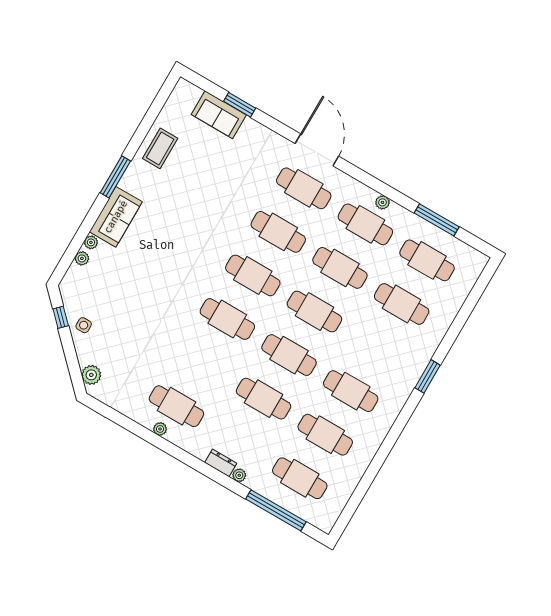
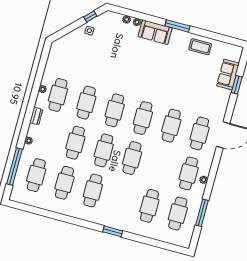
cafe table: (340, 268) -> (86, 103), moved
plant: (91, 375) -> (63, 42), removed
dresser: (221, 463) -> (36, 116), moved

